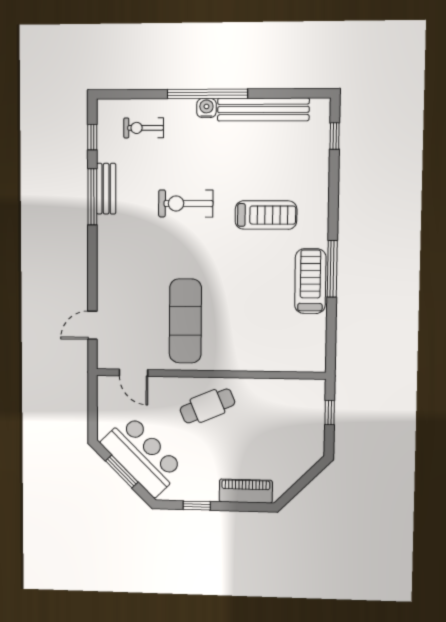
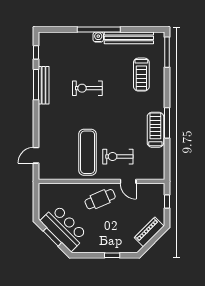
exercise bike: (144, 128) -> (118, 157), moved, width x1.38, depth x1.39
window: (335, 136) -> (167, 52), width x2.17
bench: (106, 189) -> (44, 85), width x1.36
treadmill: (266, 215) -> (141, 75), moved, turned 90
door: (134, 373) -> (128, 181), moved
piano: (246, 491) -> (149, 232), moved, turned -45
window: (197, 506) -> (112, 255), moved

